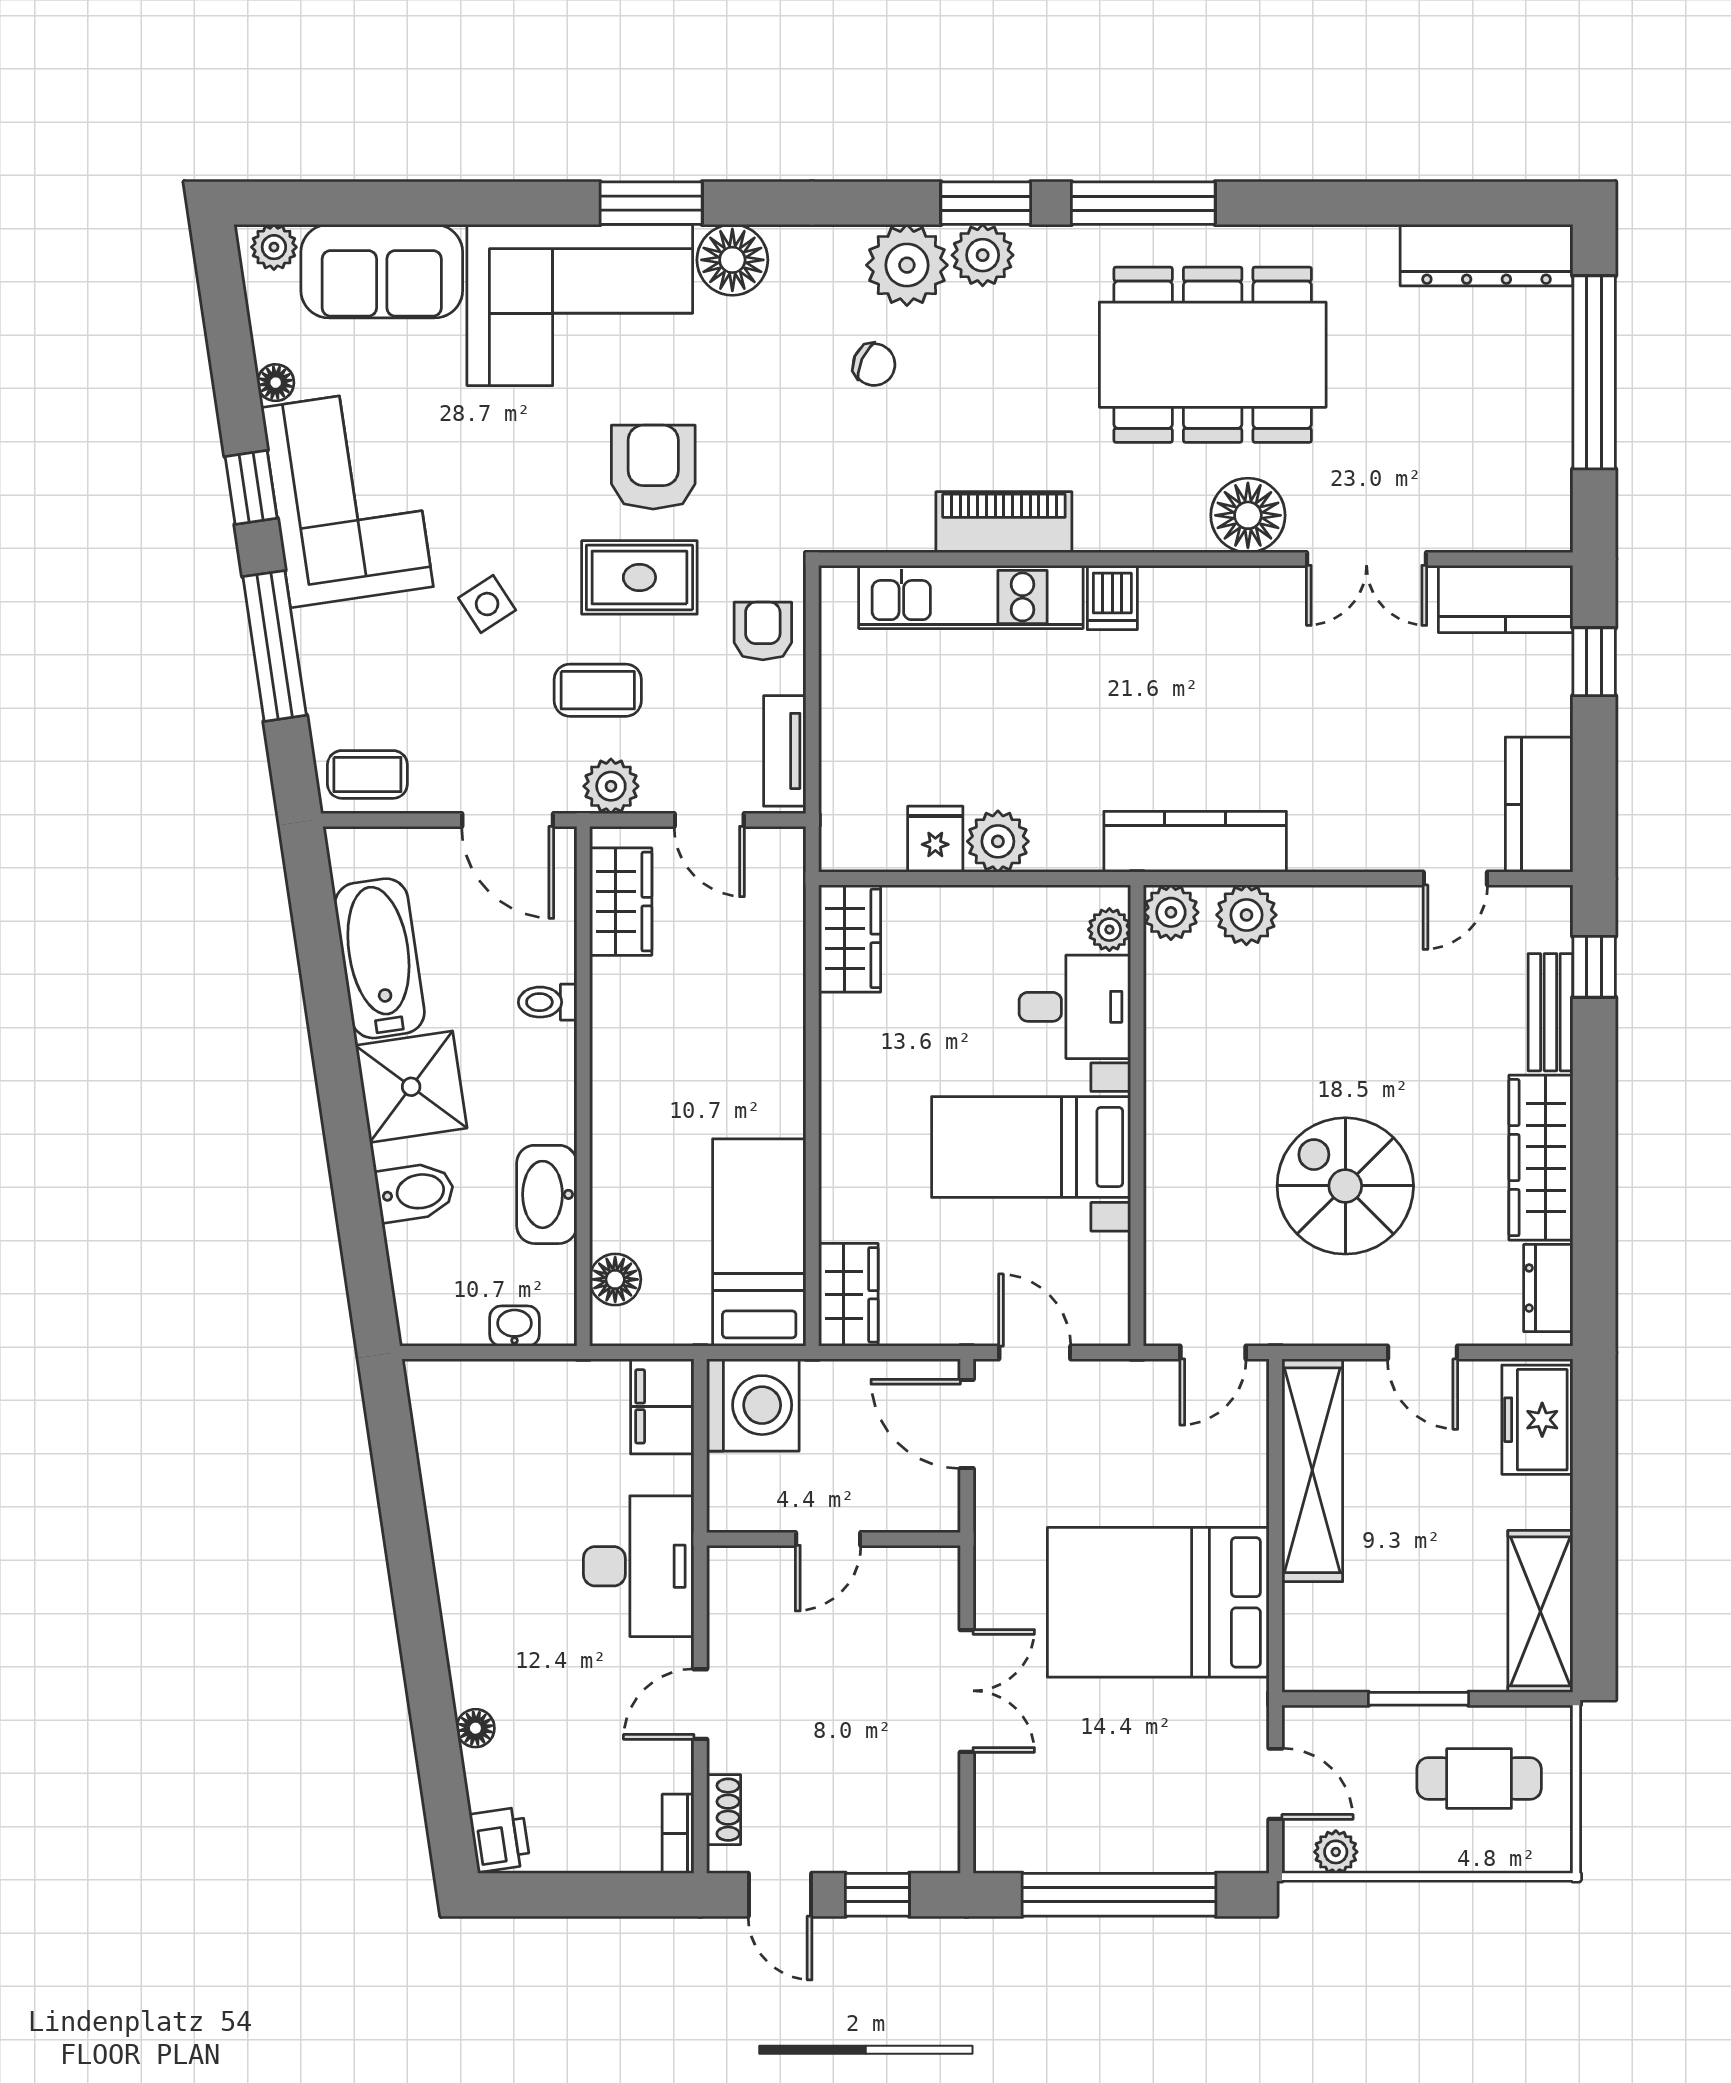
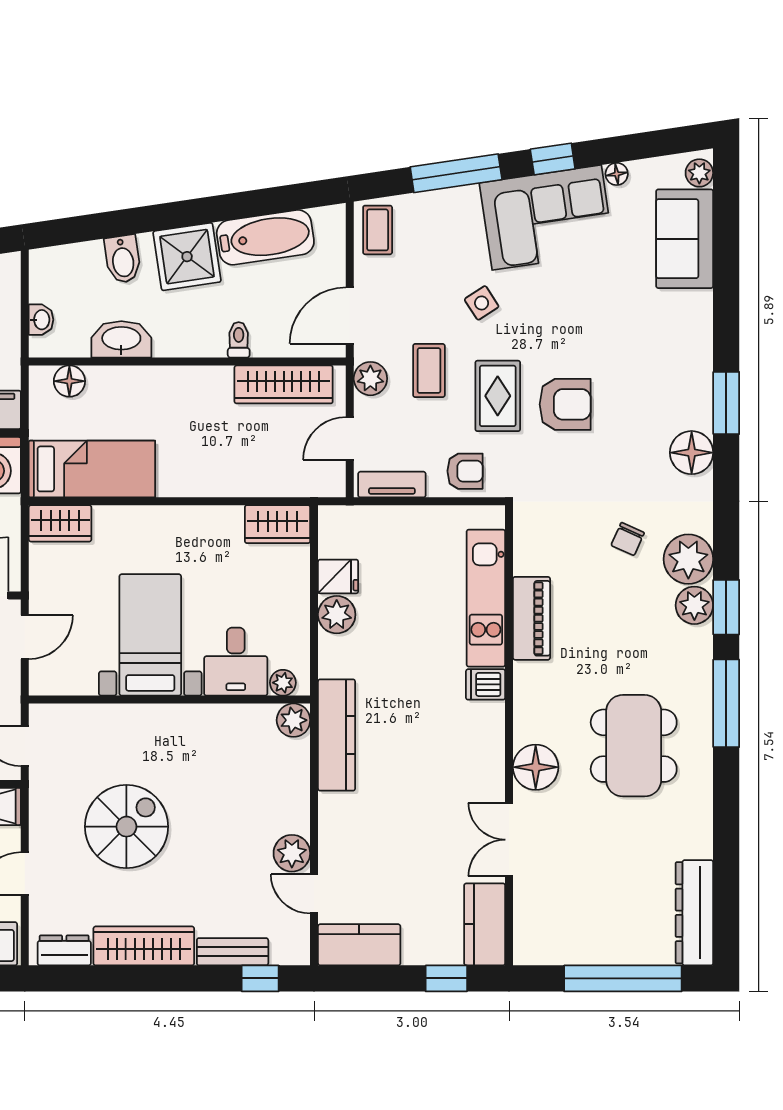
corner sofa: (580, 305) -> (664, 360), removed
dining table: (1213, 355) -> (634, 746), width x0.73, depth x0.80
wardrobe: (621, 902) -> (284, 384), width x1.50
plant: (1246, 915) -> (292, 853), moved

